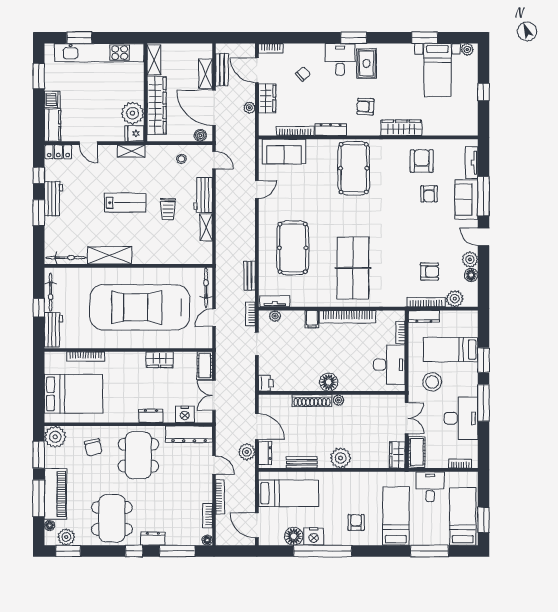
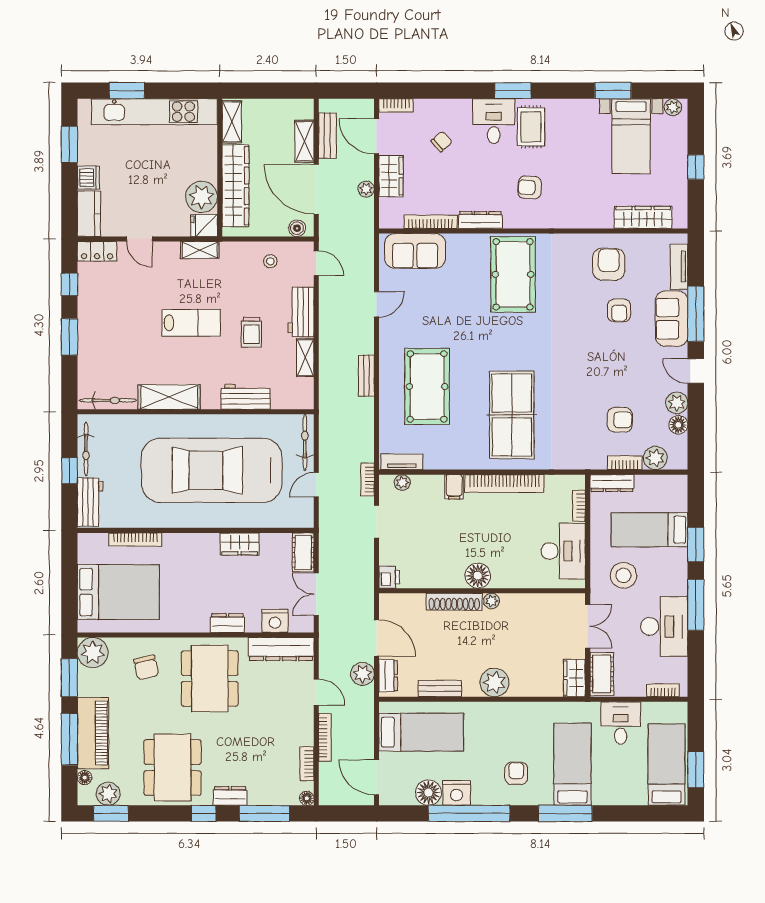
wardrobe: (401, 128) -> (643, 217), moved
workbench: (53, 199) -> (246, 397), moved, turned -90
bench: (250, 276) -> (366, 376), moved
bookcase: (426, 302) -> (625, 463), width x0.64
window: (429, 551) -> (565, 813), moved

